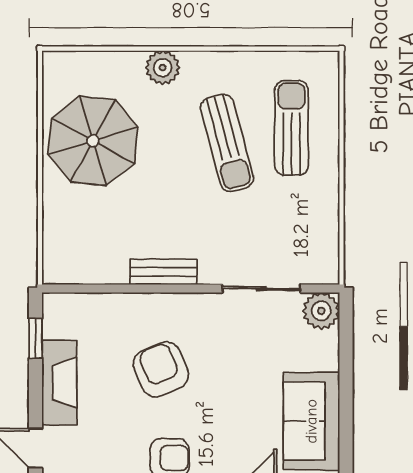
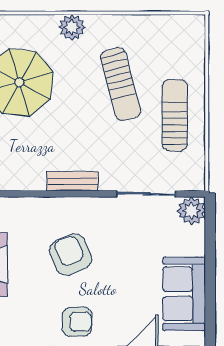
sun lounger: (292, 128) -> (175, 115), moved

